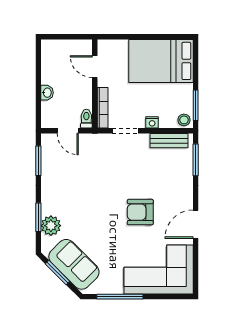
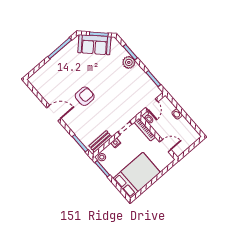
door: (68, 131) -> (152, 105), swing flipped
door: (196, 224) -> (54, 113), hinge flipped
plant: (51, 226) -> (129, 62), moved
corner sofa: (159, 269) -> (53, 77), removed

